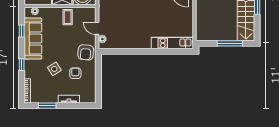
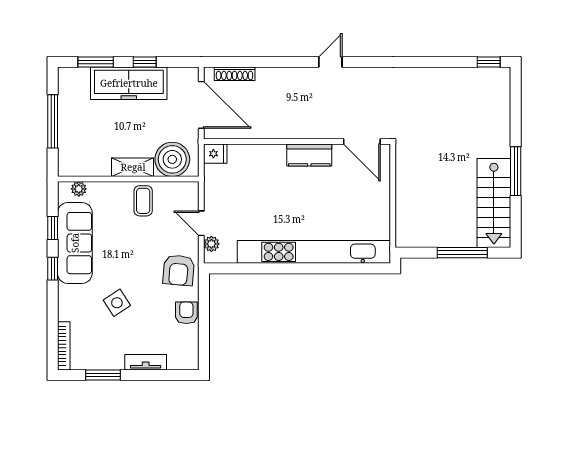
kitchen unit: (172, 43) -> (314, 252), width x1.86
window: (22, 65) -> (53, 269), moved
armchair: (75, 73) -> (186, 313), moved

